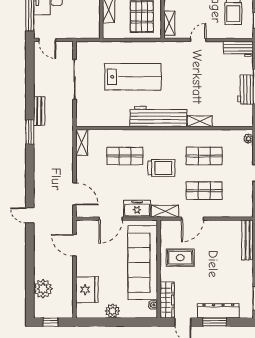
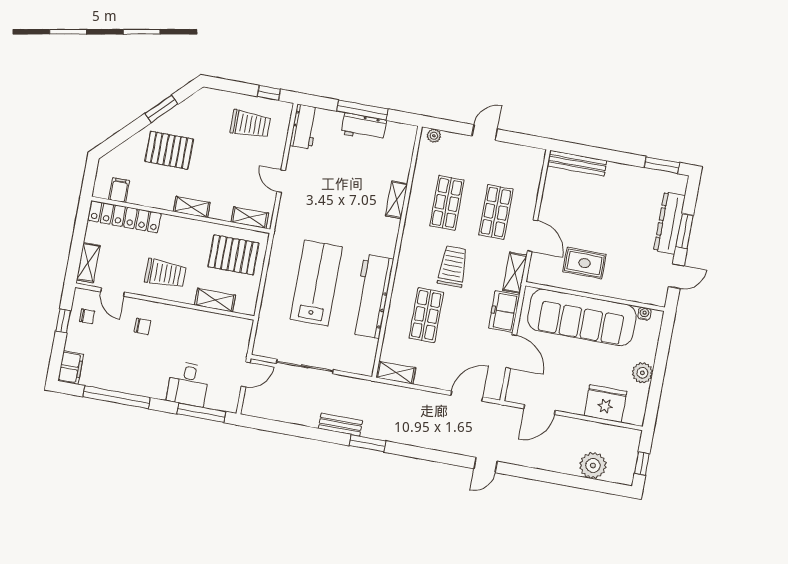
door: (47, 40) -> (246, 374), moved
workbench: (158, 116) -> (372, 296), moved
rug: (180, 258) -> (584, 263), turned 90
wardrobe: (167, 300) -> (641, 293), removed

